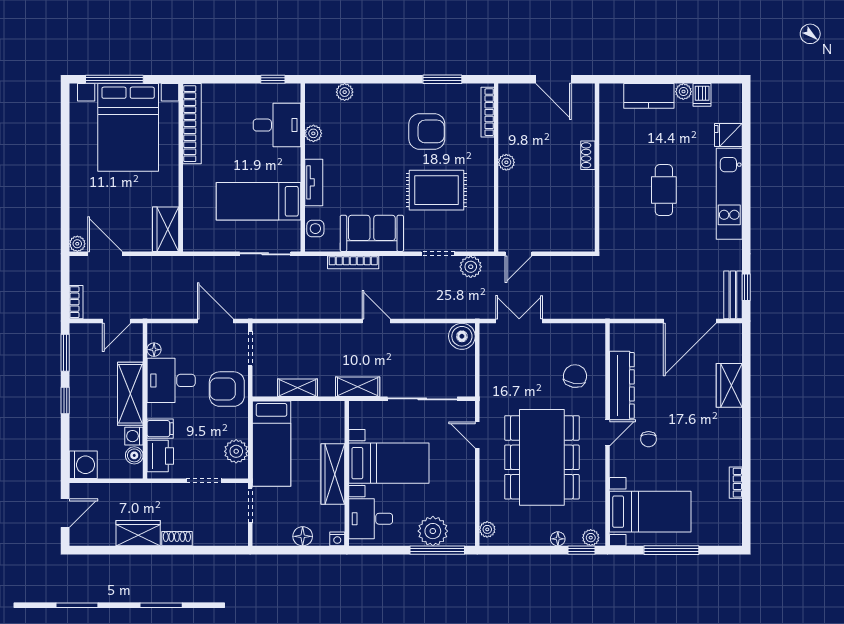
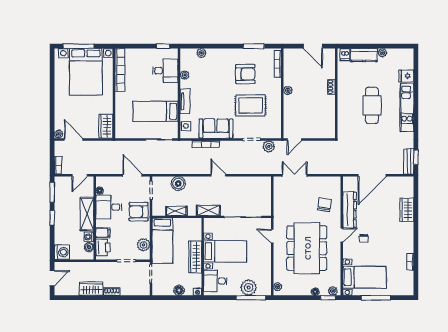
dishwasher: (702, 95) -> (345, 55), moved
cafe table: (664, 190) -> (372, 105), width x1.37, depth x1.35
door: (690, 321) -> (372, 175), moved
boiler: (462, 336) -> (178, 183), moved

